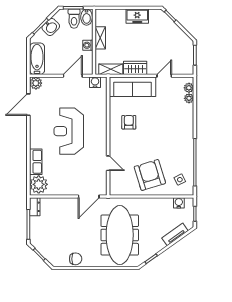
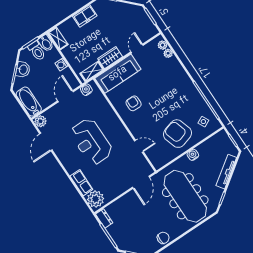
shelving: (100, 38) -> (58, 38), moved
water cooler: (179, 203) -> (193, 155), moved
tv unit: (175, 234) -> (226, 172), width x1.41

